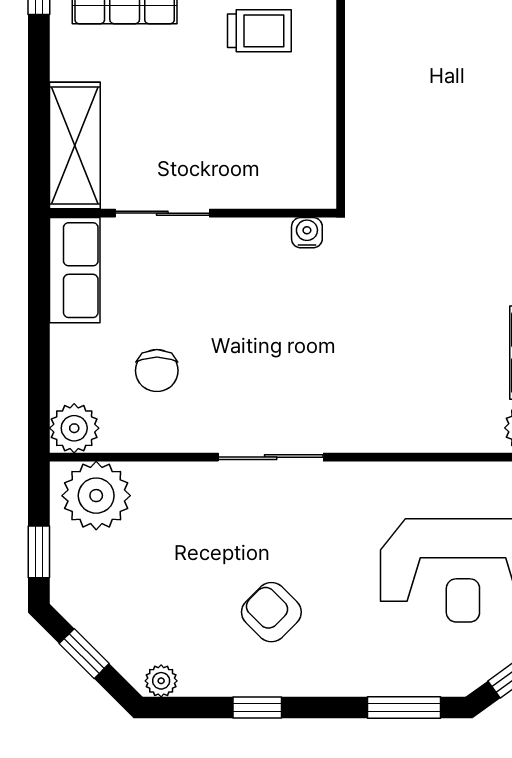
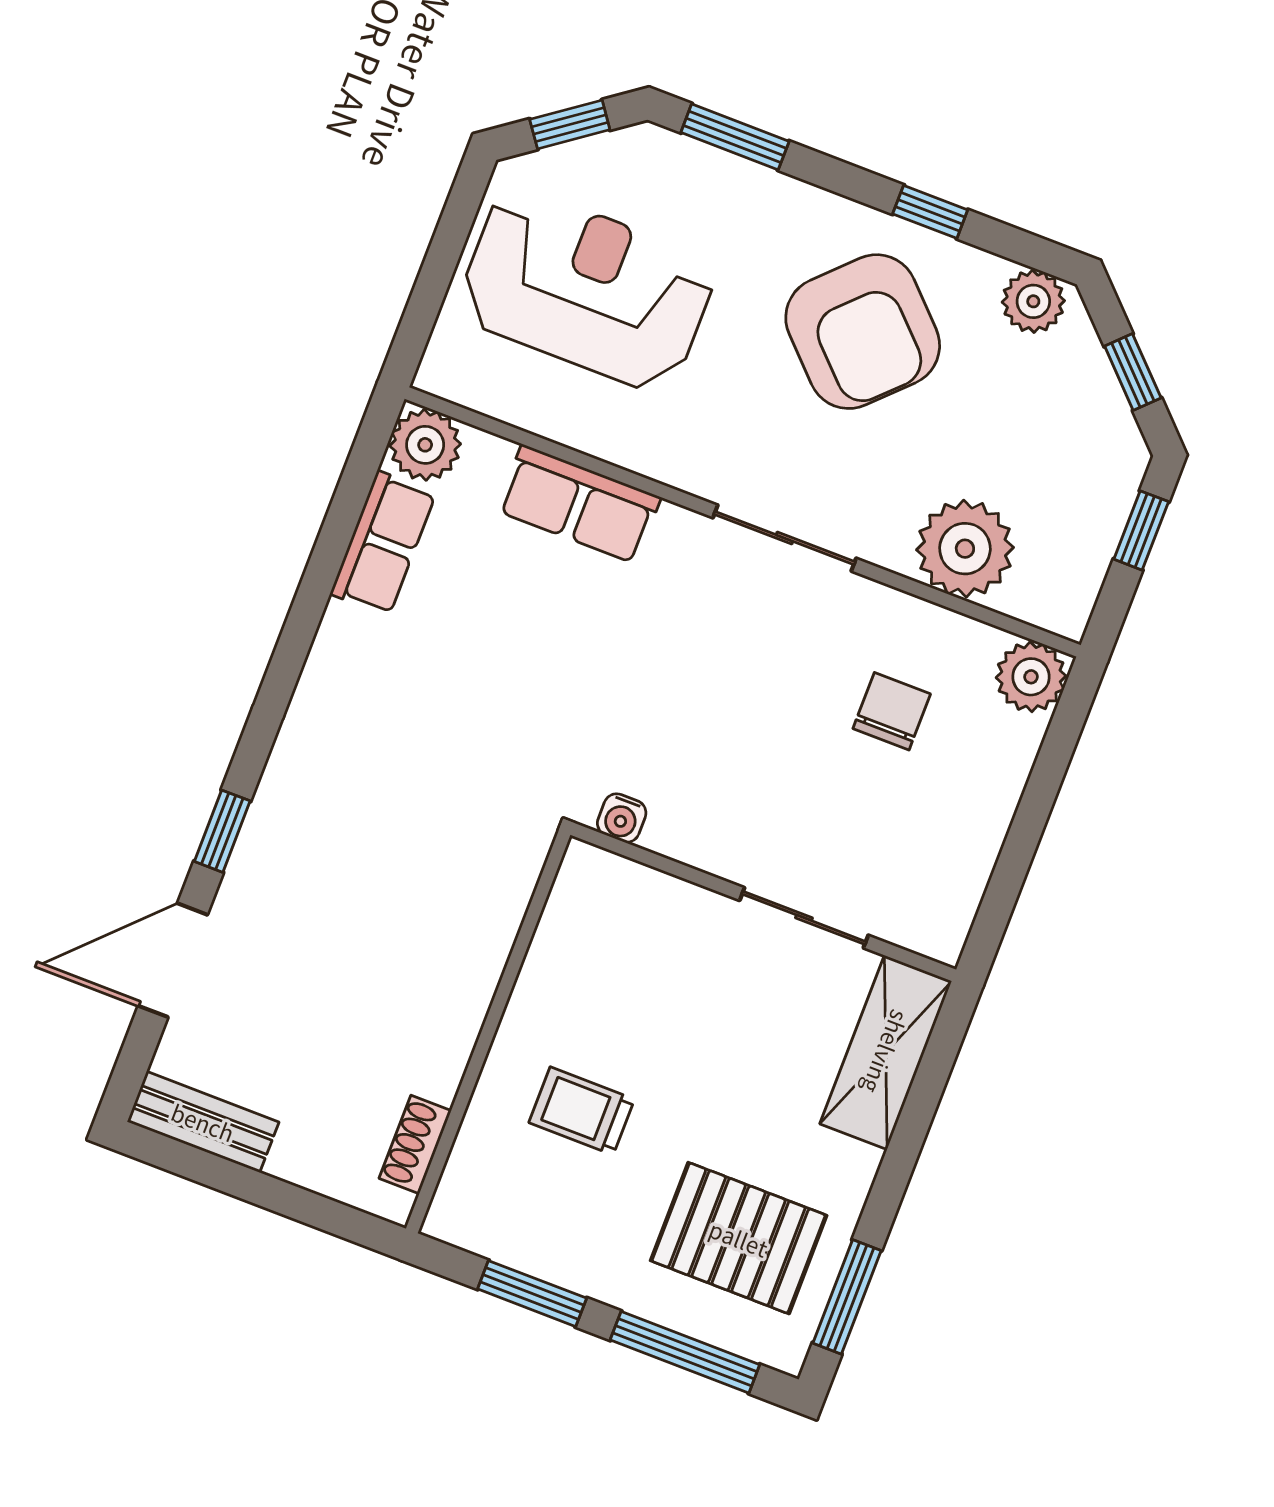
row of seats: (75, 270) -> (579, 504), moved, turned -90
plant: (96, 496) -> (965, 549), moved
armchair: (271, 612) -> (863, 332), width x1.88, depth x1.88
plant: (161, 681) -> (1033, 301), width x1.38, depth x1.38

